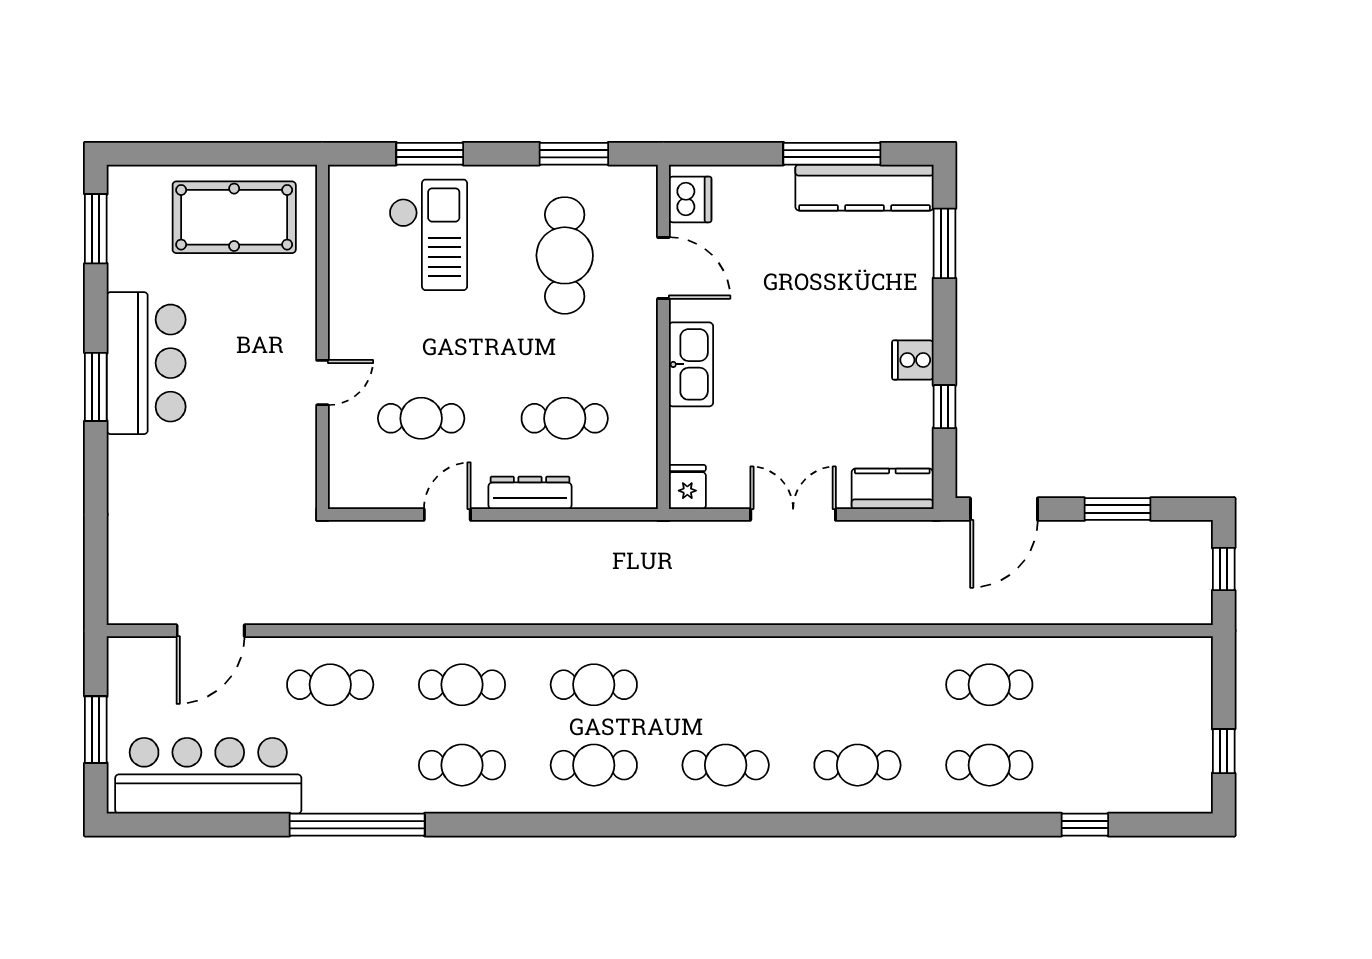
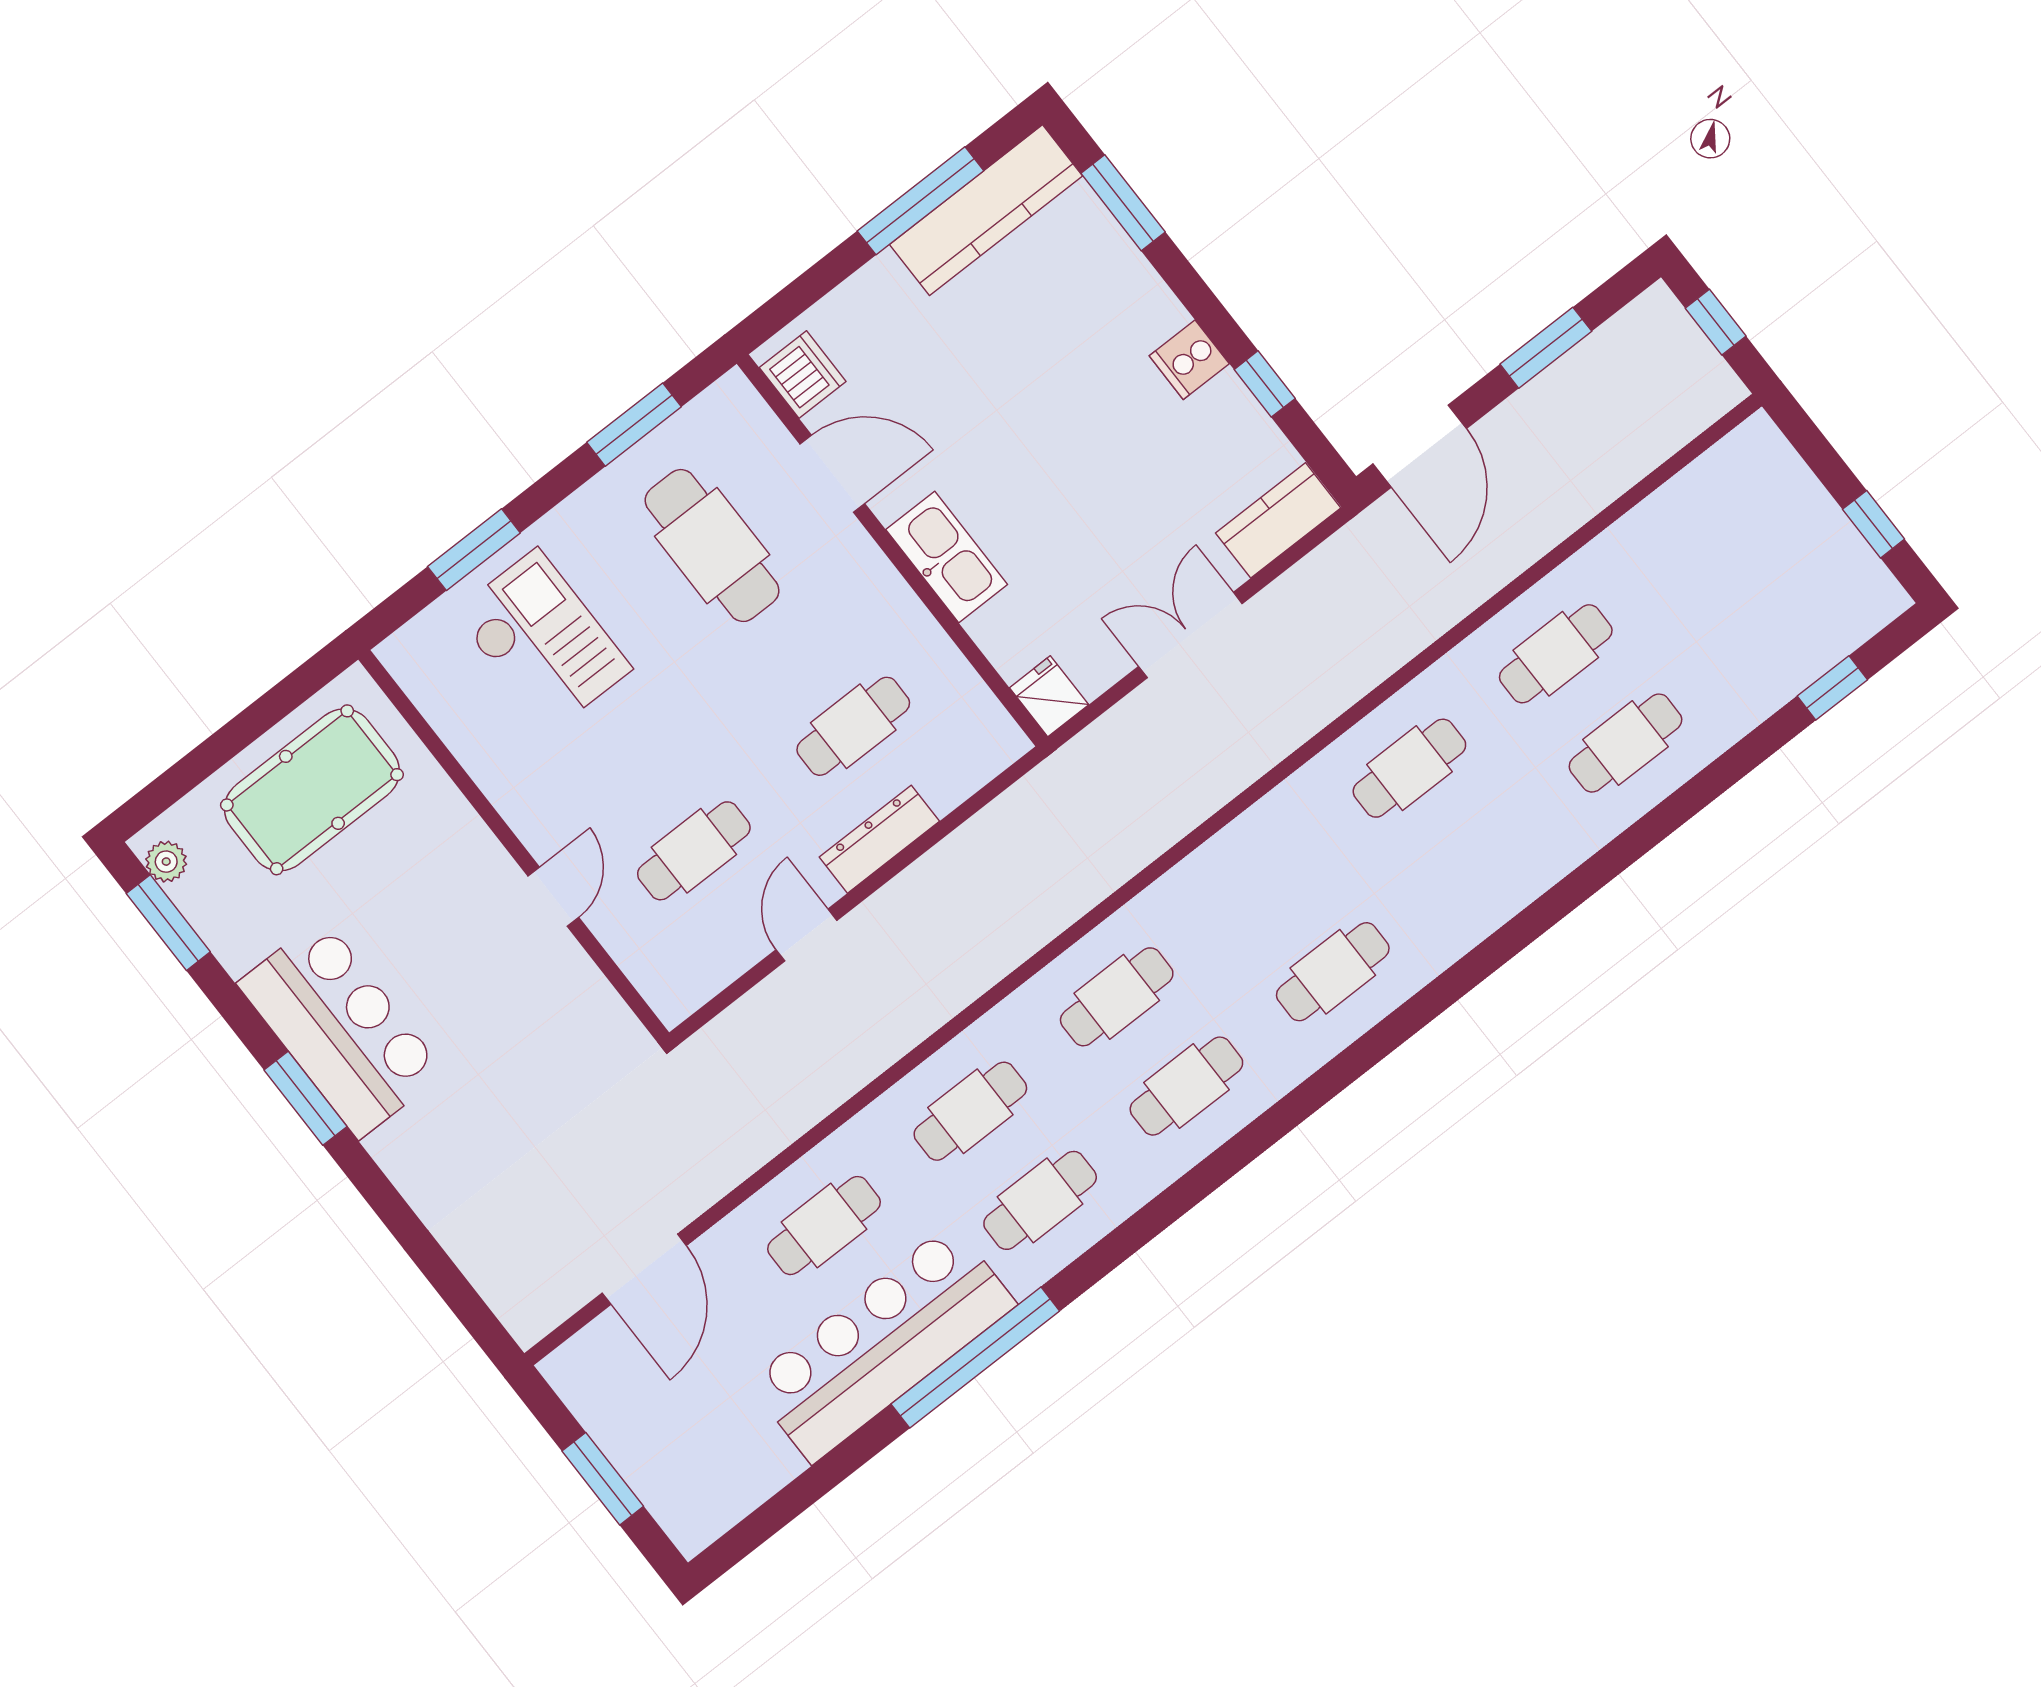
plant: (121, 194) -> (166, 862), added
cafe table: (857, 765) -> (1409, 768), moved
bar counter: (208, 776) -> (882, 1343), moved
window: (1085, 825) -> (1832, 688), moved

